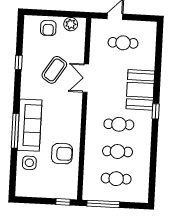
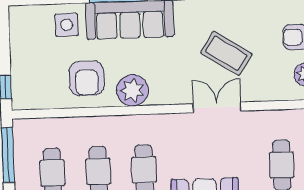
plant: (71, 127) -> (132, 90), added

